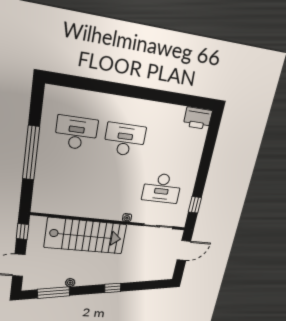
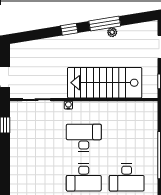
desk: (162, 188) -> (84, 138), moved
window: (53, 293) -> (105, 24), moved

